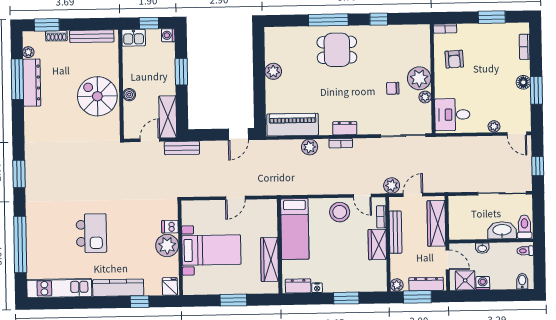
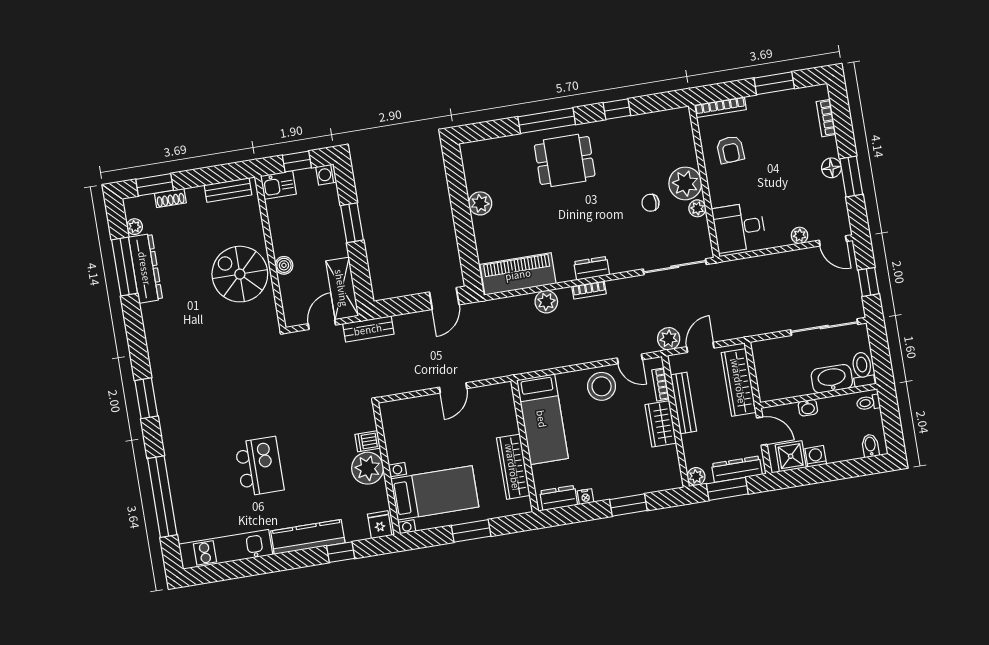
bookcase: (445, 28) -> (720, 107), width x1.56
bench: (92, 36) -> (228, 190), width x0.73
bed with nightstands: (211, 250) -> (435, 493), moved

